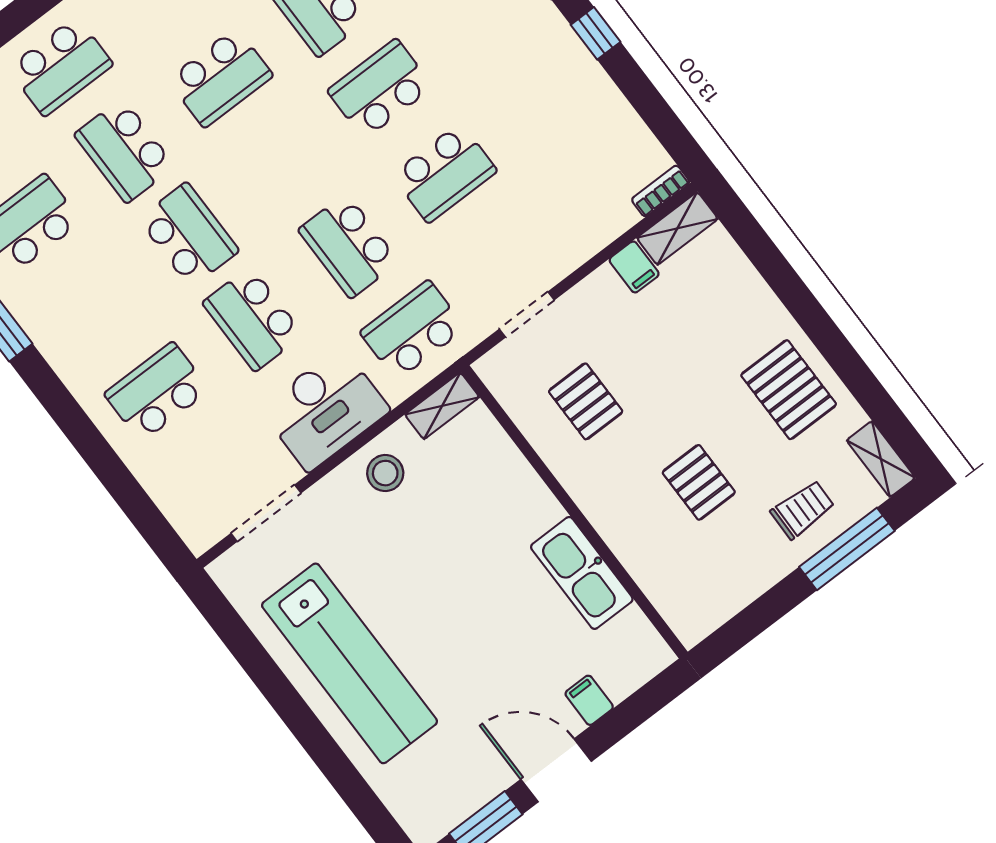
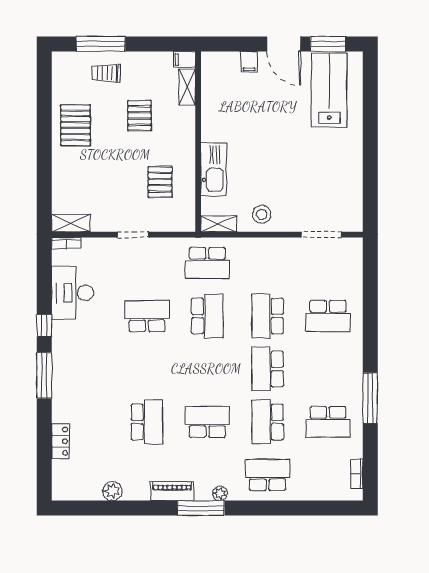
school desk: (380, 89) -> (147, 369), removed
school desk: (124, 151) -> (268, 422), turned 180
filing cabinet: (634, 267) -> (184, 60), moved, turned -90
doorway: (527, 314) -> (133, 235), moved
school desk: (253, 319) -> (268, 316), turned 180
desk: (325, 409) -> (72, 293), moved, turned -90
shelving: (881, 459) -> (187, 87), moved
kitchen sink: (582, 573) -> (214, 169), moved
lab bench: (350, 663) -> (329, 90), moved, width x0.73

